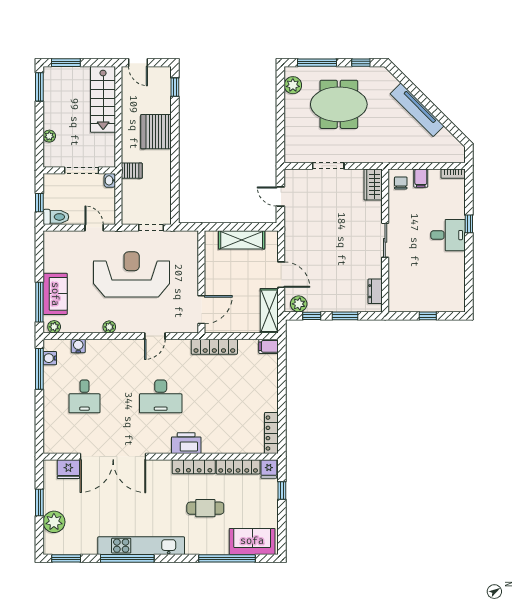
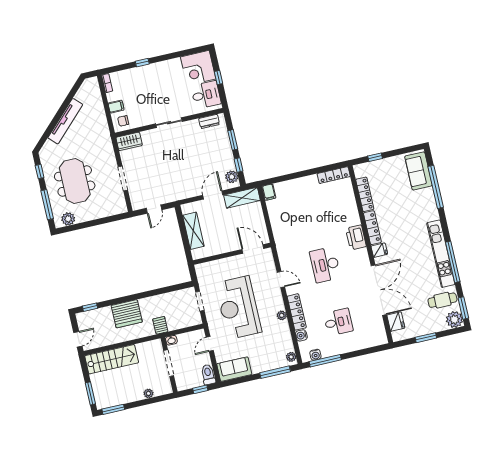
desk: (448, 235) -> (206, 95), moved, turned 90
corner desk: (446, 293) -> (198, 68), added
sofa: (55, 294) -> (234, 369), moved
locker: (214, 347) -> (297, 312), moved
desk: (161, 396) -> (325, 265), turned 180
fridge: (269, 469) -> (379, 250), moved
cafe table: (205, 508) -> (442, 300), moved, turned 90
plant: (54, 522) -> (454, 320), moved

